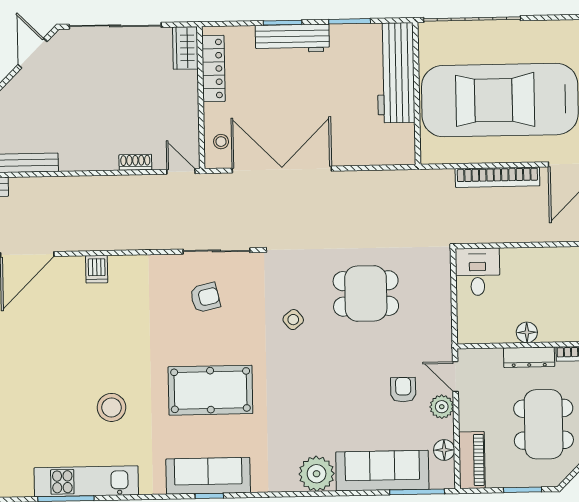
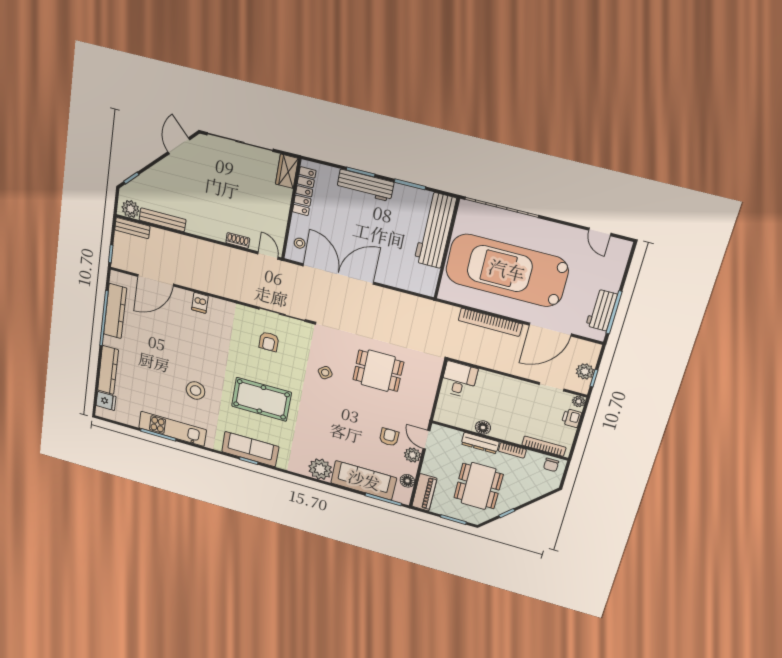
armchair: (205, 297) -> (269, 342), turned 103

